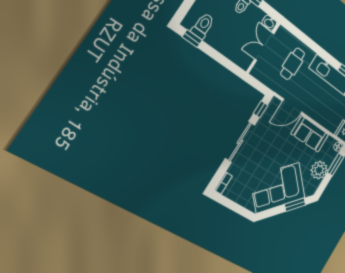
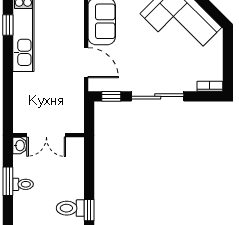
cafe table: (293, 64) -> (42, 93), removed

